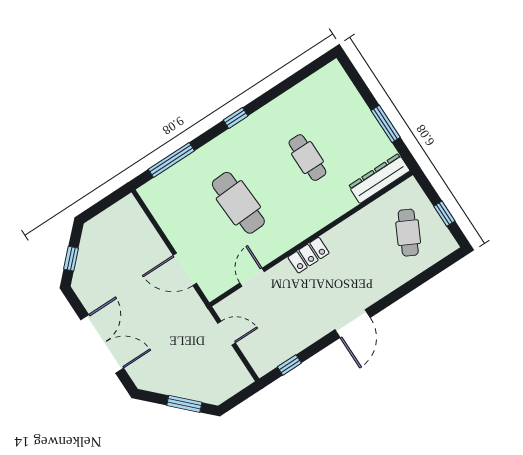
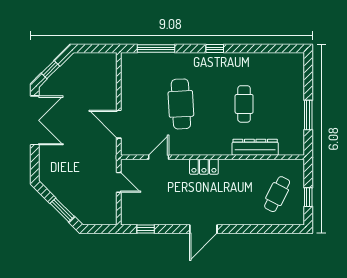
dresser: (379, 178) -> (255, 147), moved
double door: (102, 344) -> (35, 120), moved

